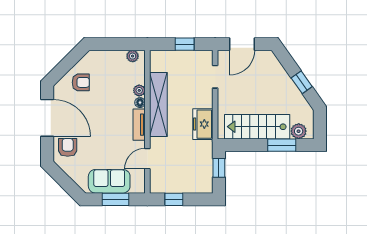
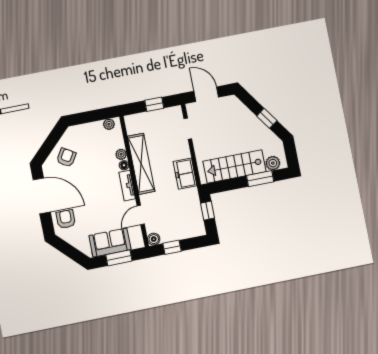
door: (242, 44) -> (206, 94), swing flipped
armchair: (81, 82) -> (66, 157), turned -59
boiler: (156, 187) -> (154, 239), added

